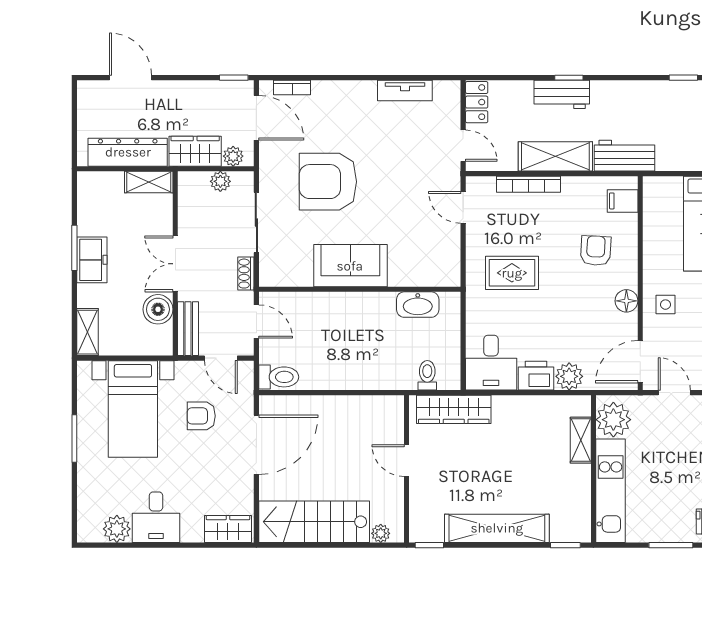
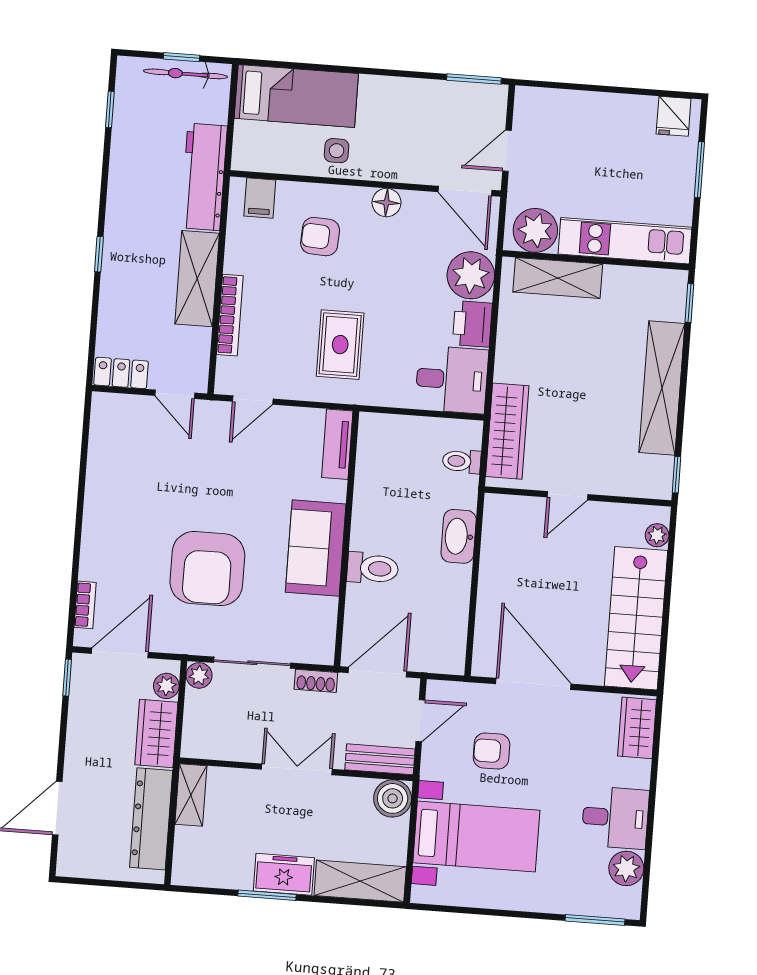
tv unit: (405, 91) -> (337, 444), moved, turned 180
workbench: (562, 94) -> (119, 265), removed
door: (463, 146) -> (175, 394), swing flipped
workbench: (625, 156) -> (204, 177), width x1.38
plant: (220, 181) -> (199, 675), moved
double door: (175, 264) -> (297, 769), swing flipped
washbasin: (418, 305) -> (459, 536), moved, turned 180
side table: (665, 305) -> (337, 151), moved
boiler: (158, 309) -> (393, 798), moved
door: (256, 322) -> (377, 672), width x1.38
shelving: (88, 332) -> (360, 881), width x1.50, depth x1.33
plant: (569, 376) -> (471, 275), width x1.36, depth x1.36
toilet: (279, 377) -> (373, 568), moved, turned 90
armchair: (201, 416) -> (491, 751), turned 90
window: (74, 438) -> (595, 920), moved
shelving: (581, 440) -> (558, 278), width x1.50, depth x1.33

